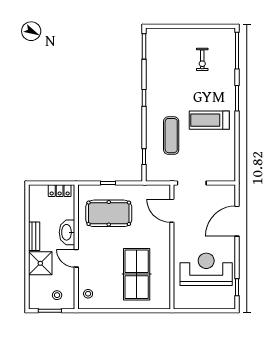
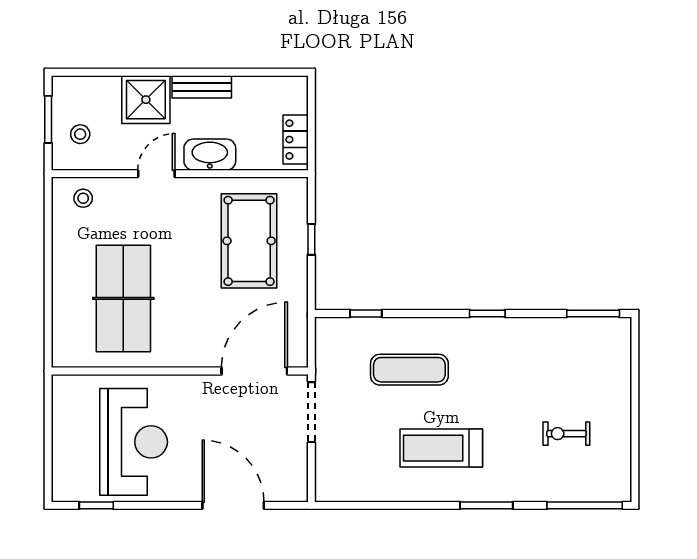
treadmill: (209, 120) -> (441, 448), turned -90
door: (172, 211) -> (254, 371), width x1.36
table tennis table: (137, 274) -> (123, 298), turned 90

